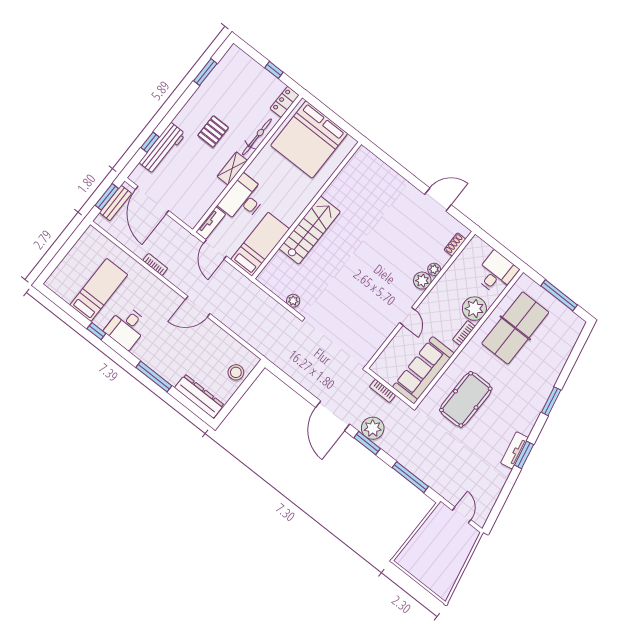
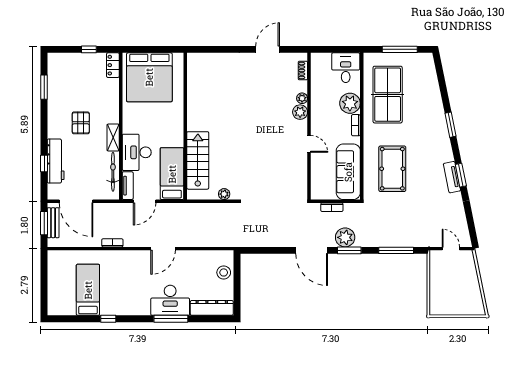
bicycle: (257, 137) -> (113, 172), moved
stairs: (310, 230) -> (198, 160), moved
door: (215, 250) -> (145, 201), hinge flipped
desk: (126, 327) -> (170, 300), moved, width x1.37

